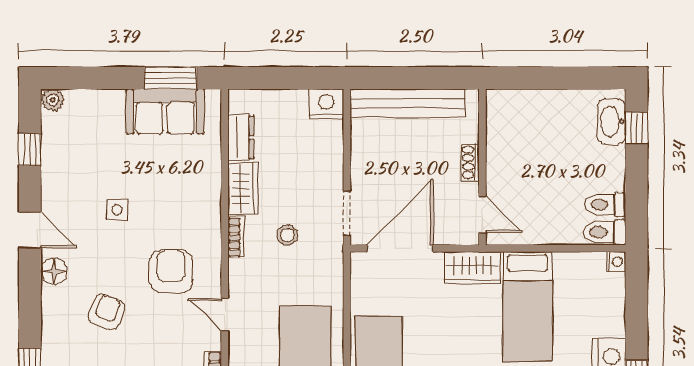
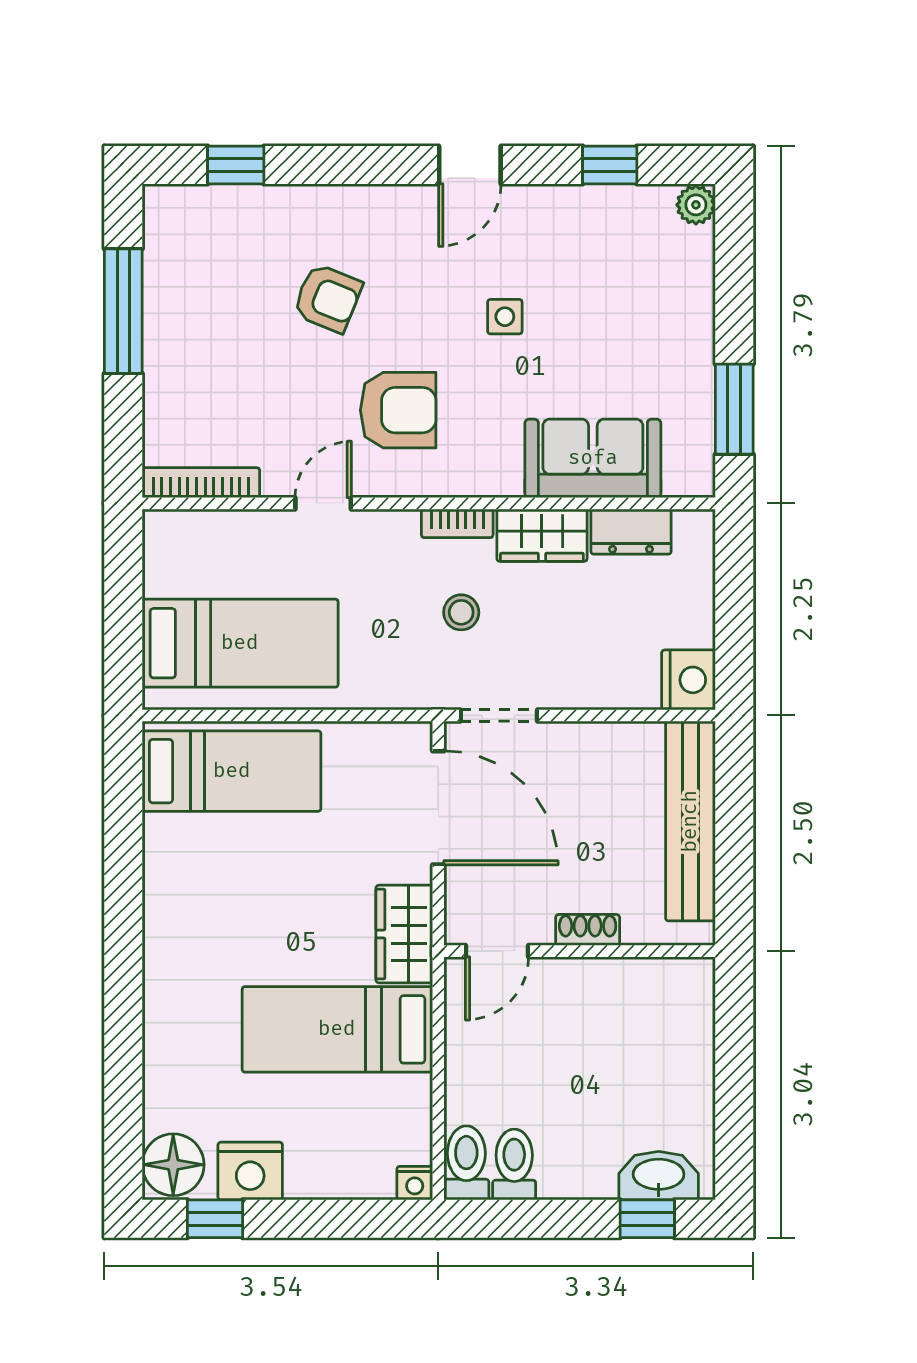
sofa: (165, 111) -> (593, 458), moved, turned 90
floor lamp: (54, 271) -> (398, 207), removed

